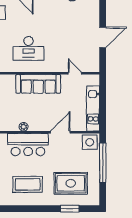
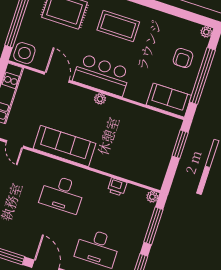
desk: (29, 48) -> (62, 194), turned 180
door: (60, 132) -> (57, 77), swing flipped

